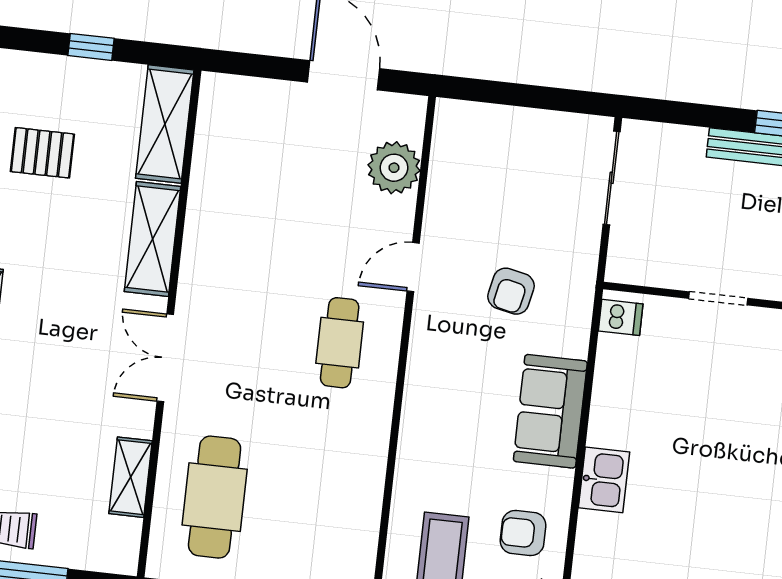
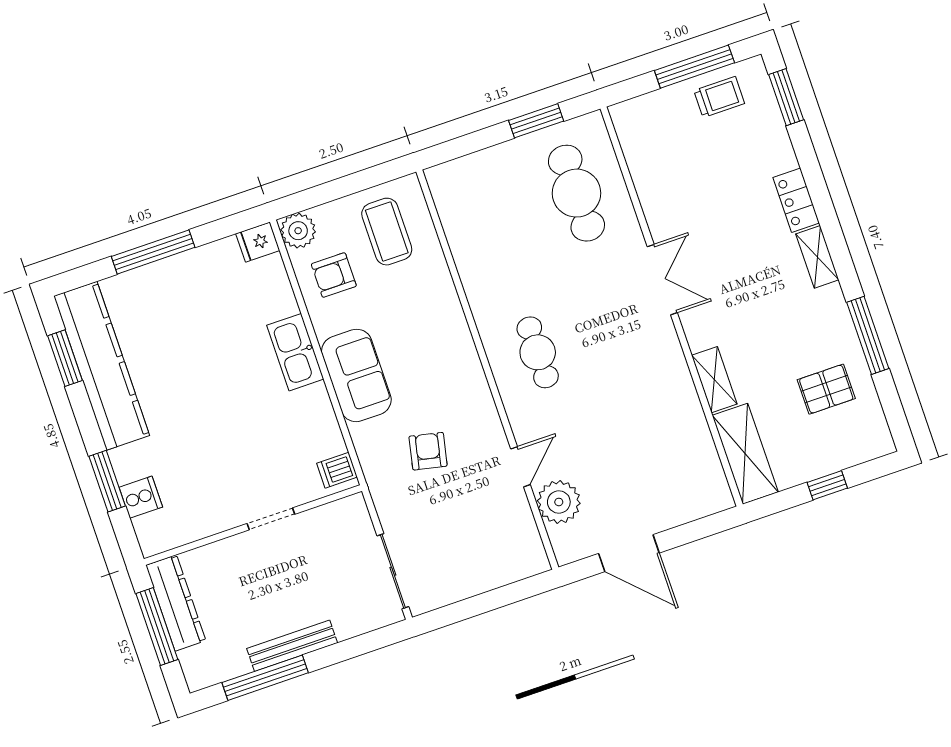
shelving: (153, 239) -> (714, 380), width x0.67, depth x0.75
door: (413, 267) -> (521, 467), moved
shelving: (131, 477) -> (646, 178), removed
kitchen sink: (604, 480) -> (295, 352), width x1.38
armchair: (523, 533) -> (334, 275), turned 180

